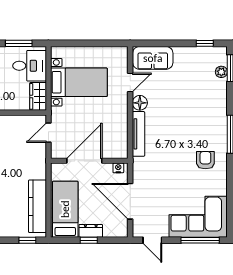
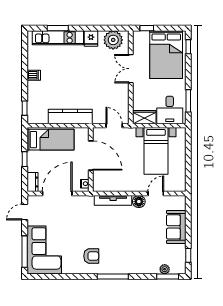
sofa: (153, 58) -> (176, 227), moved
door: (130, 82) -> (156, 194), swing flipped
kitchen counter: (37, 206) -> (70, 117), moved
dresser: (91, 231) -> (33, 182), moved

